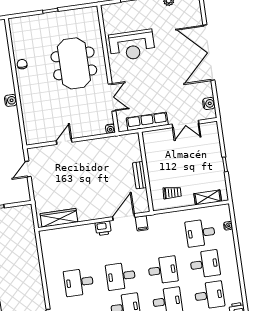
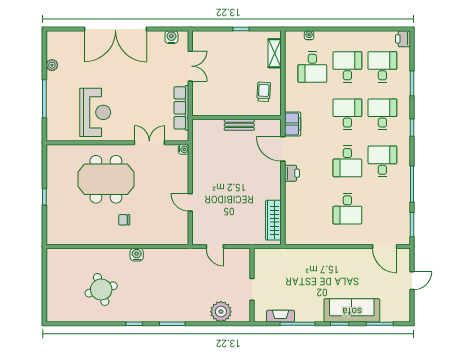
chair: (22, 64) -> (124, 220), moved
filing cabinet: (142, 223) -> (293, 124), width x2.00

